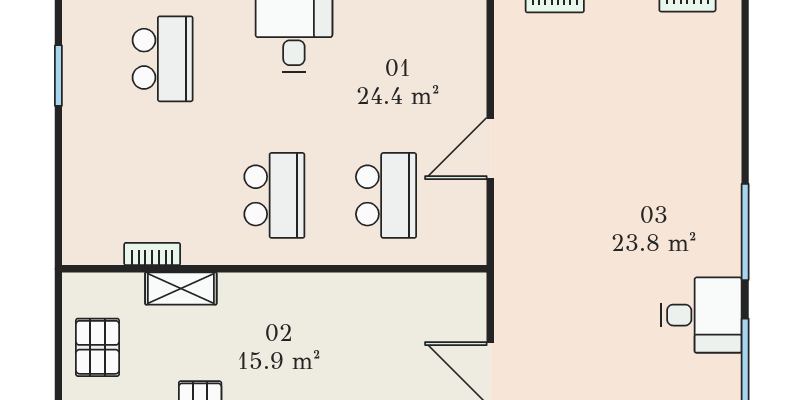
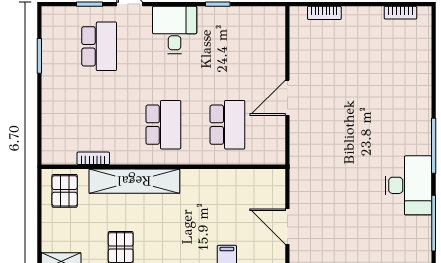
shelving: (181, 288) -> (134, 181), width x2.20, depth x1.33
desk: (701, 315) -> (408, 185), width x1.37
pallet: (97, 347) -> (65, 191), moved

